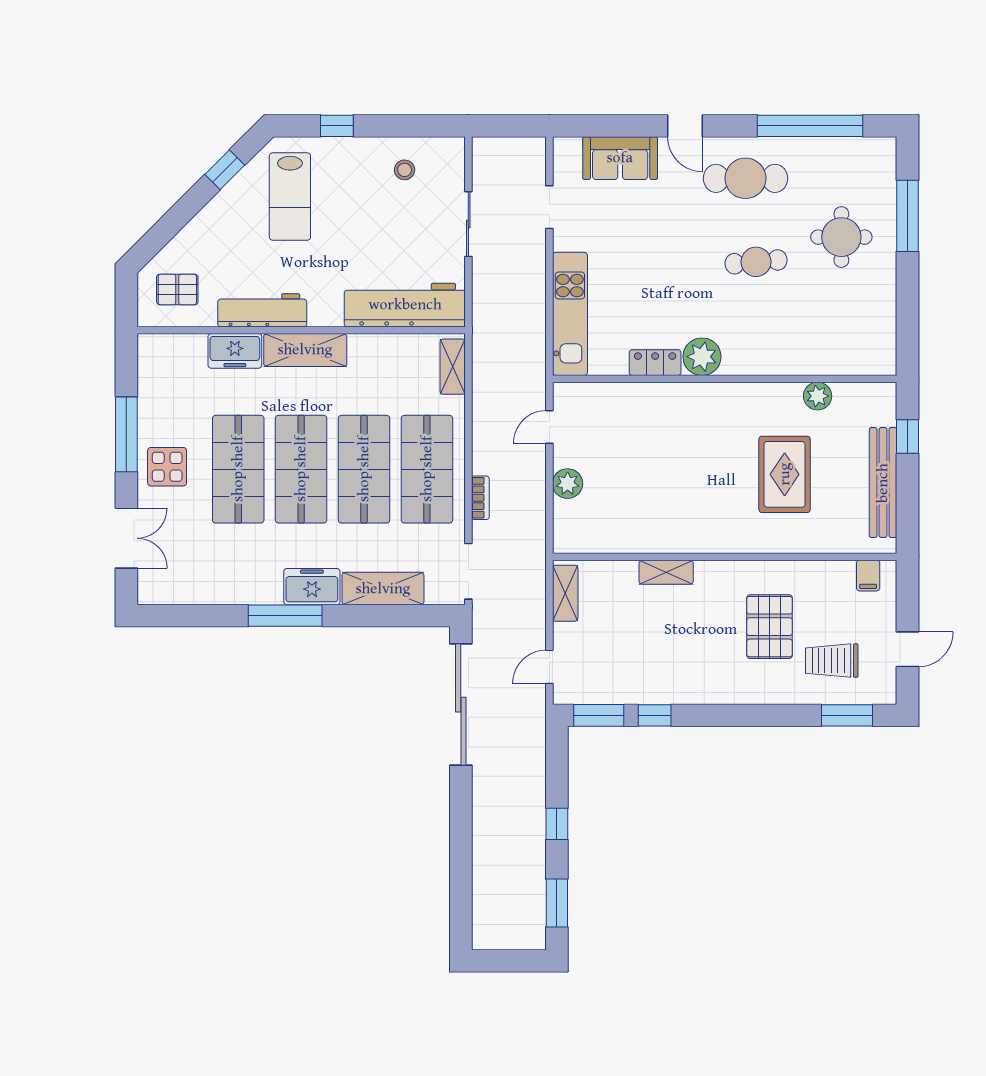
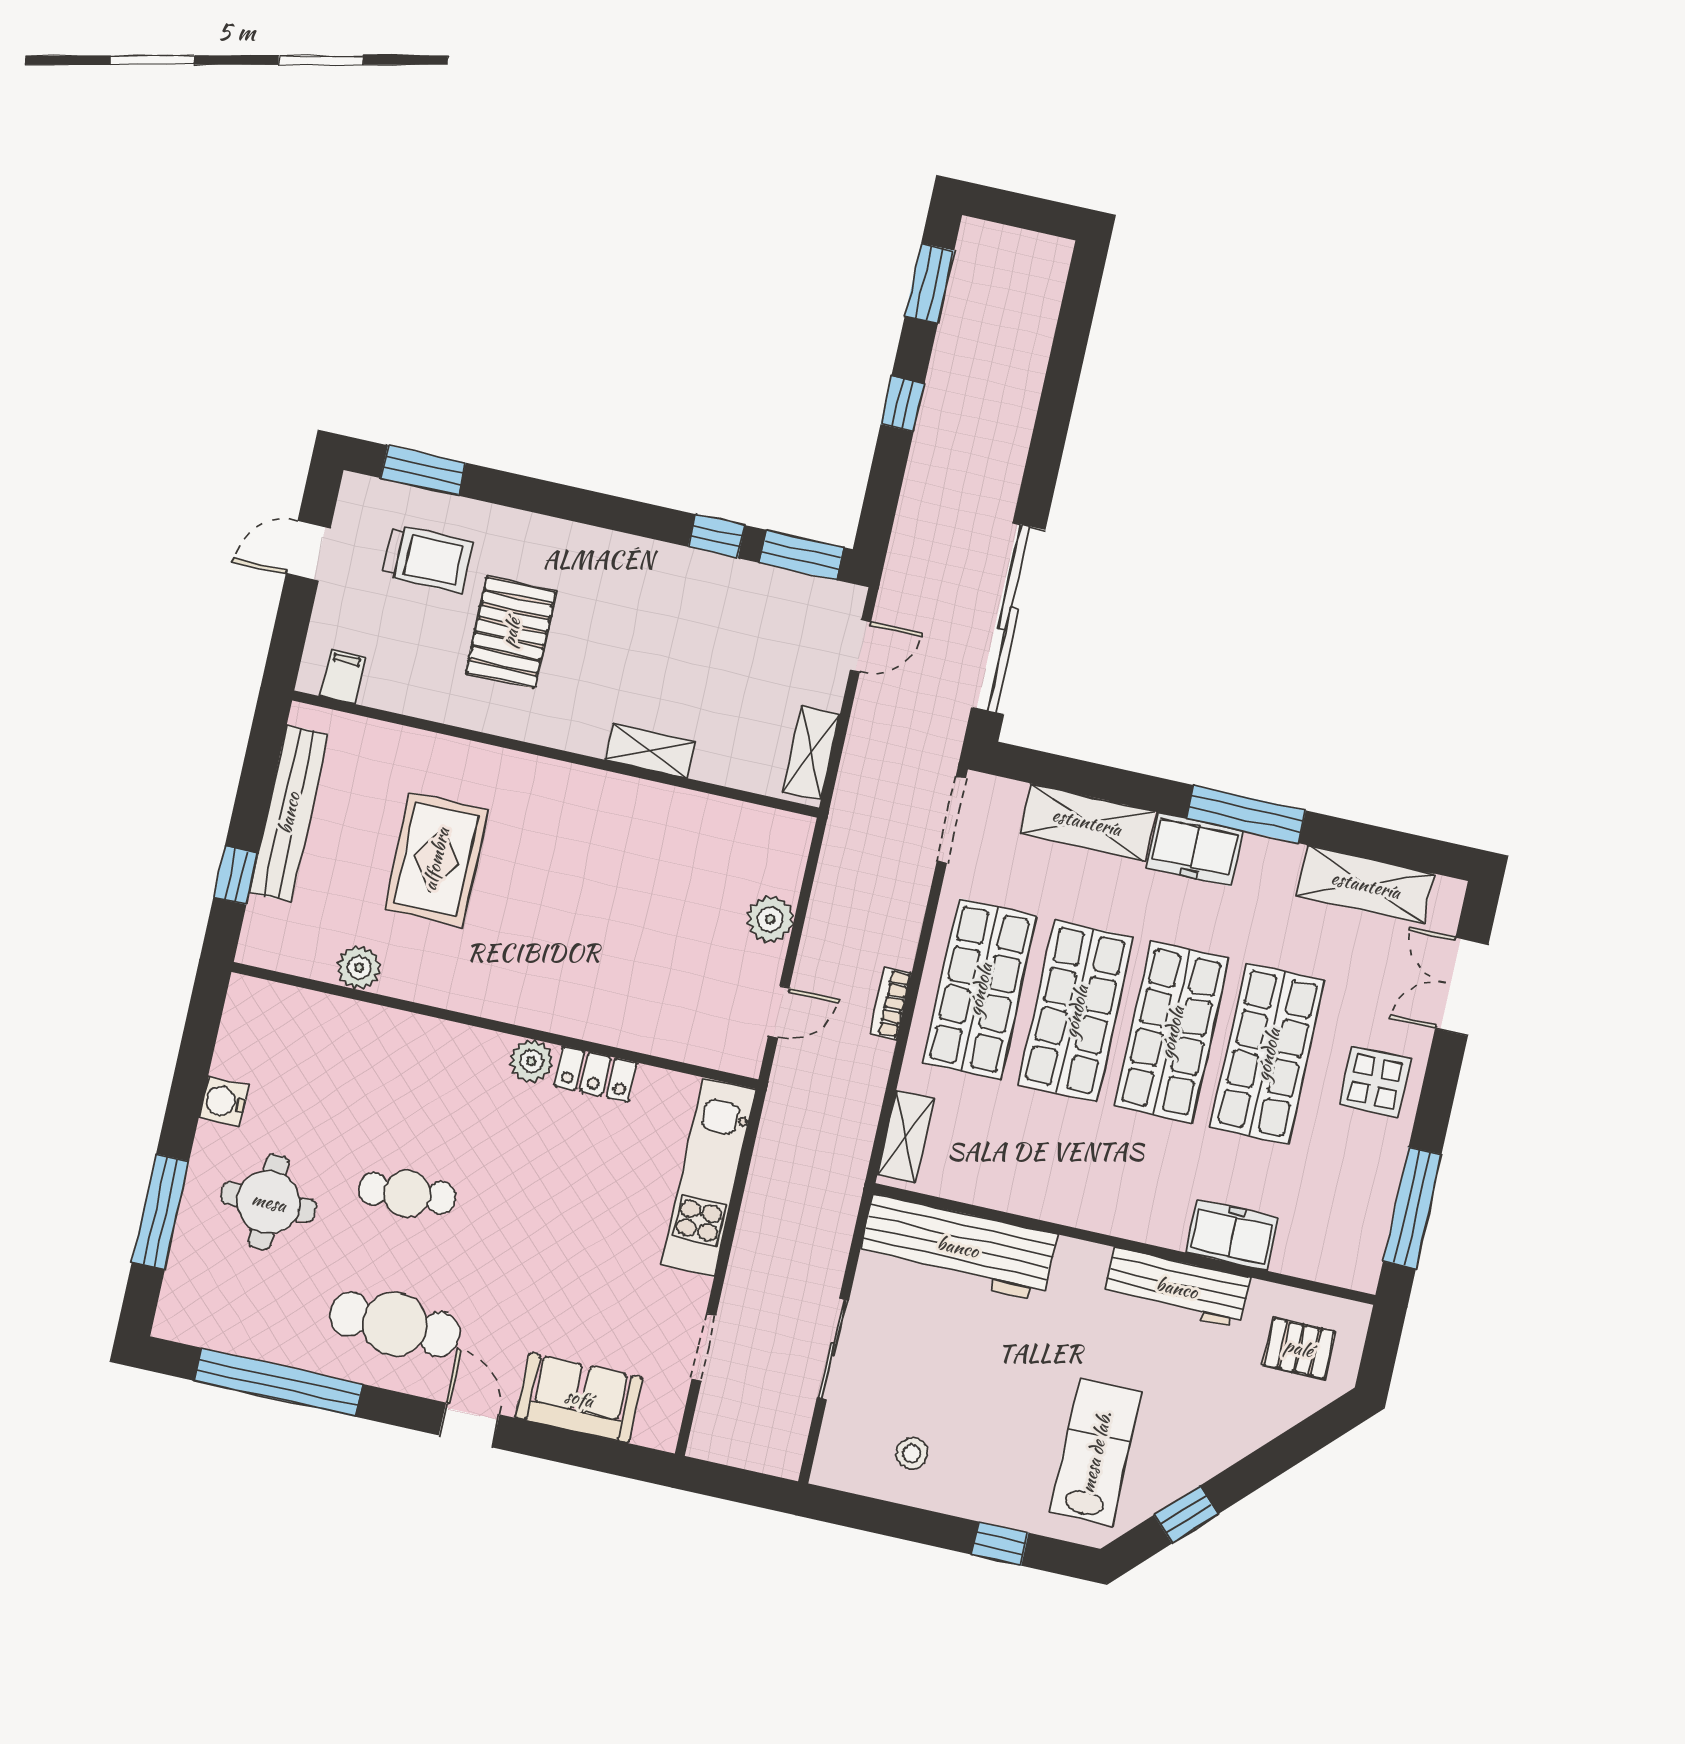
water cooler: (883, 294) -> (224, 1101), added
shelving: (305, 350) -> (1366, 885), moved
plant: (702, 357) -> (531, 1061), width x0.73, depth x0.73
window: (126, 434) -> (1412, 1208), moved
bookcase: (480, 498) -> (891, 1003), moved

